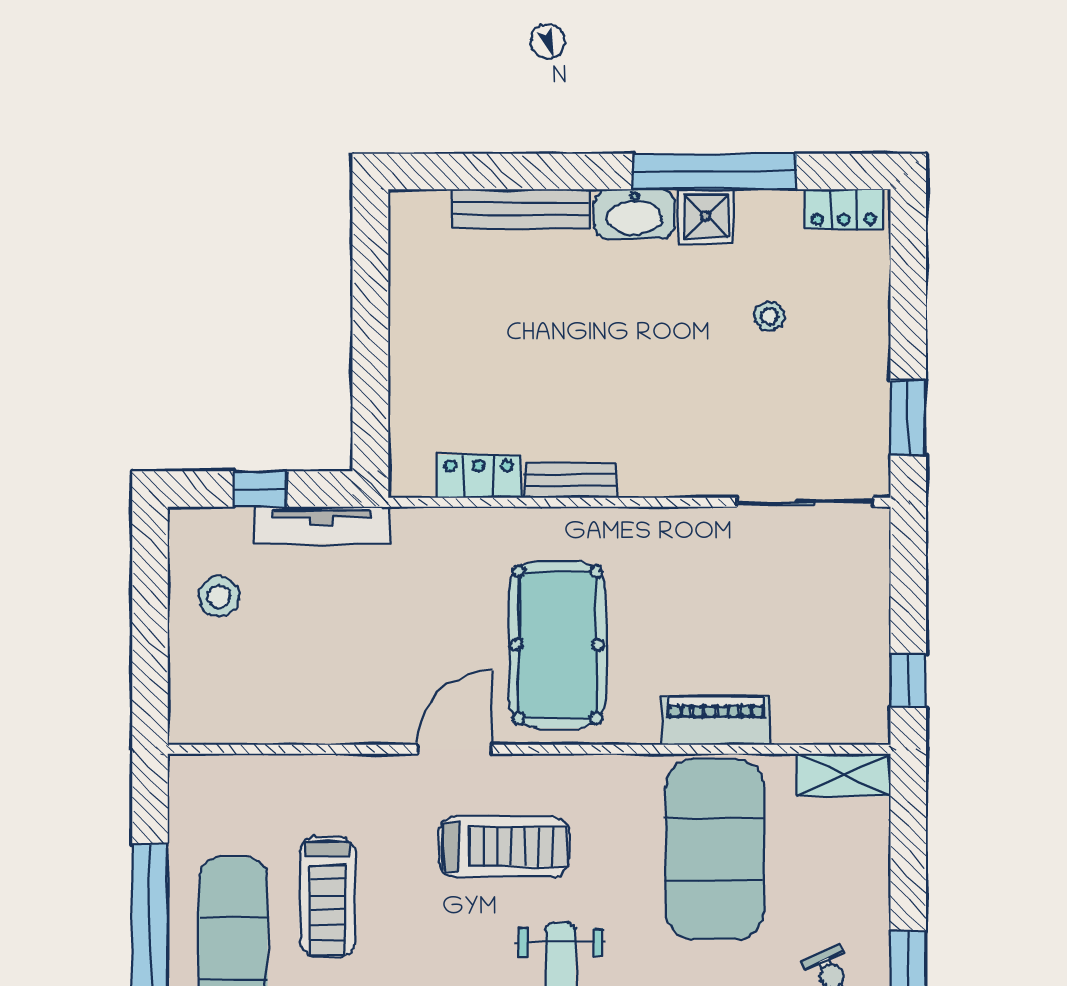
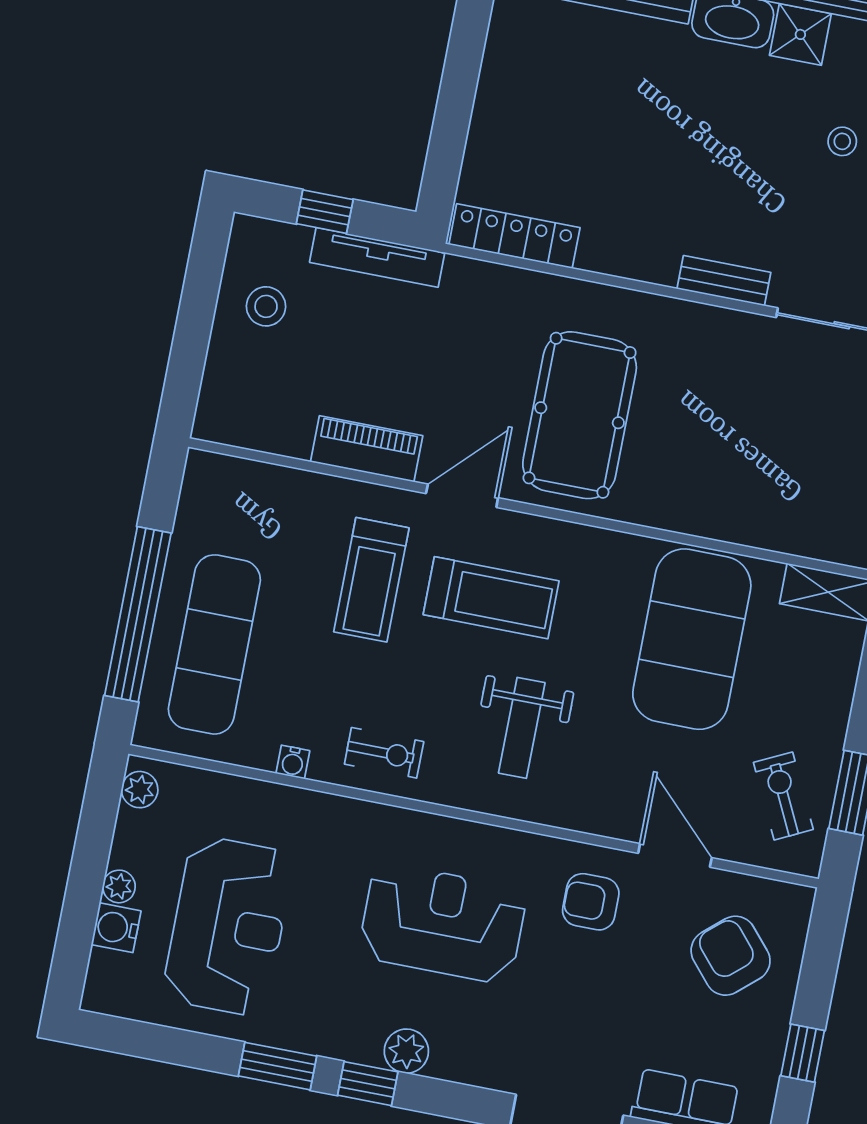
locker: (479, 476) -> (514, 236), width x1.53
bench: (571, 480) -> (724, 281), moved
piano: (716, 721) -> (367, 449), moved
treadmill: (328, 897) -> (371, 580), moved

